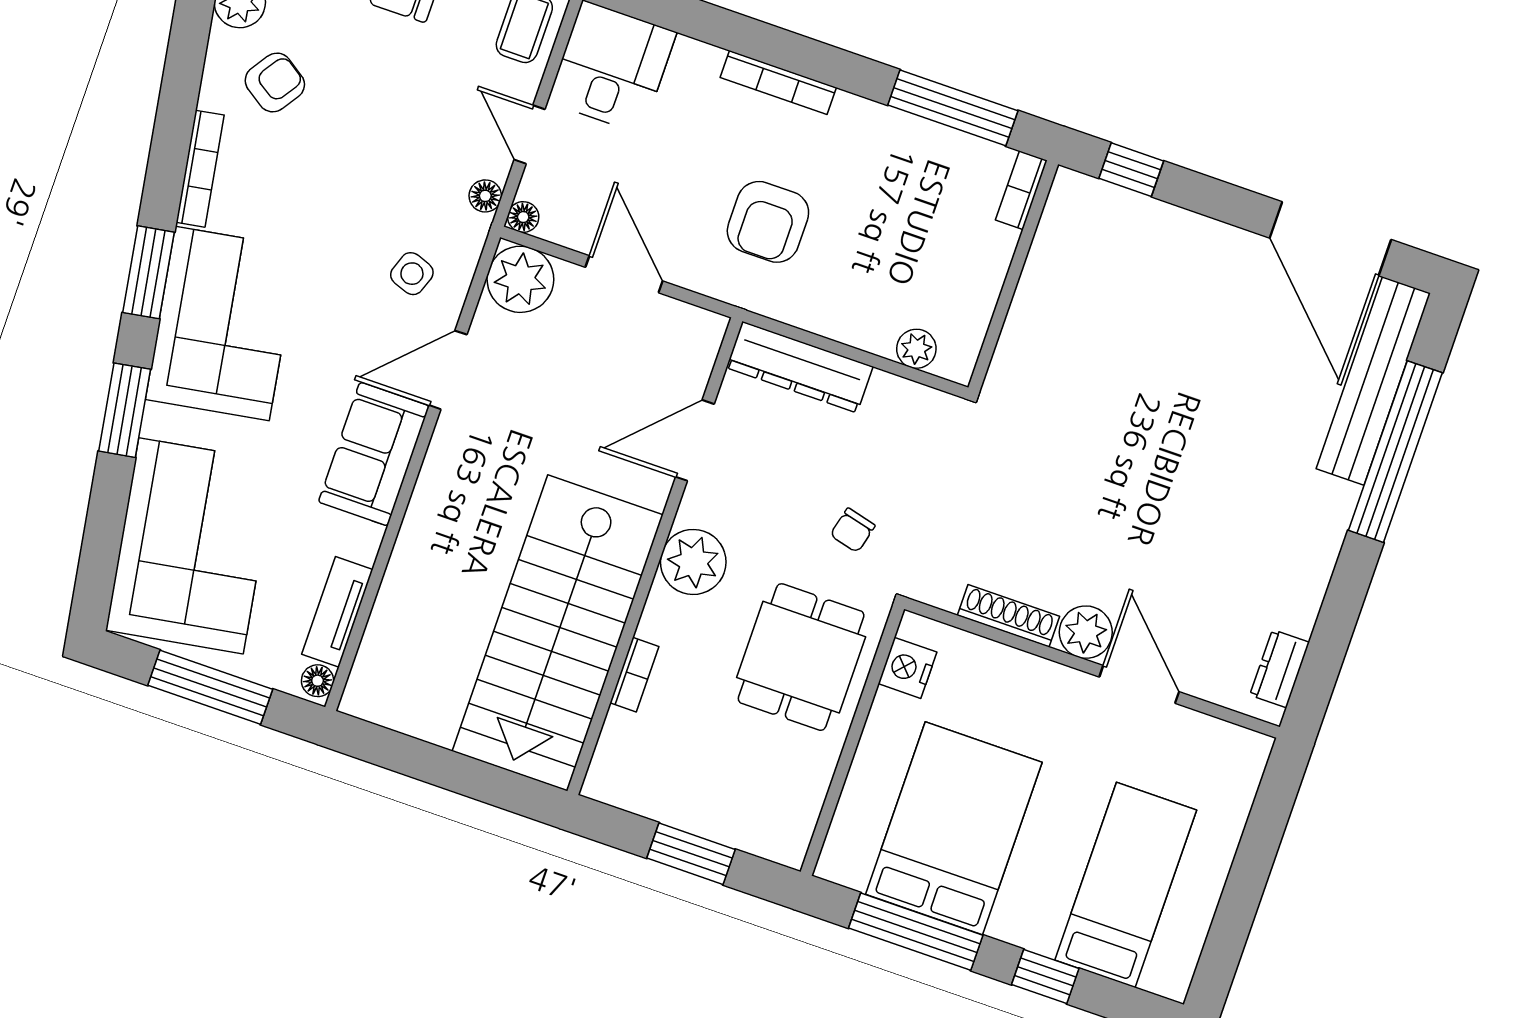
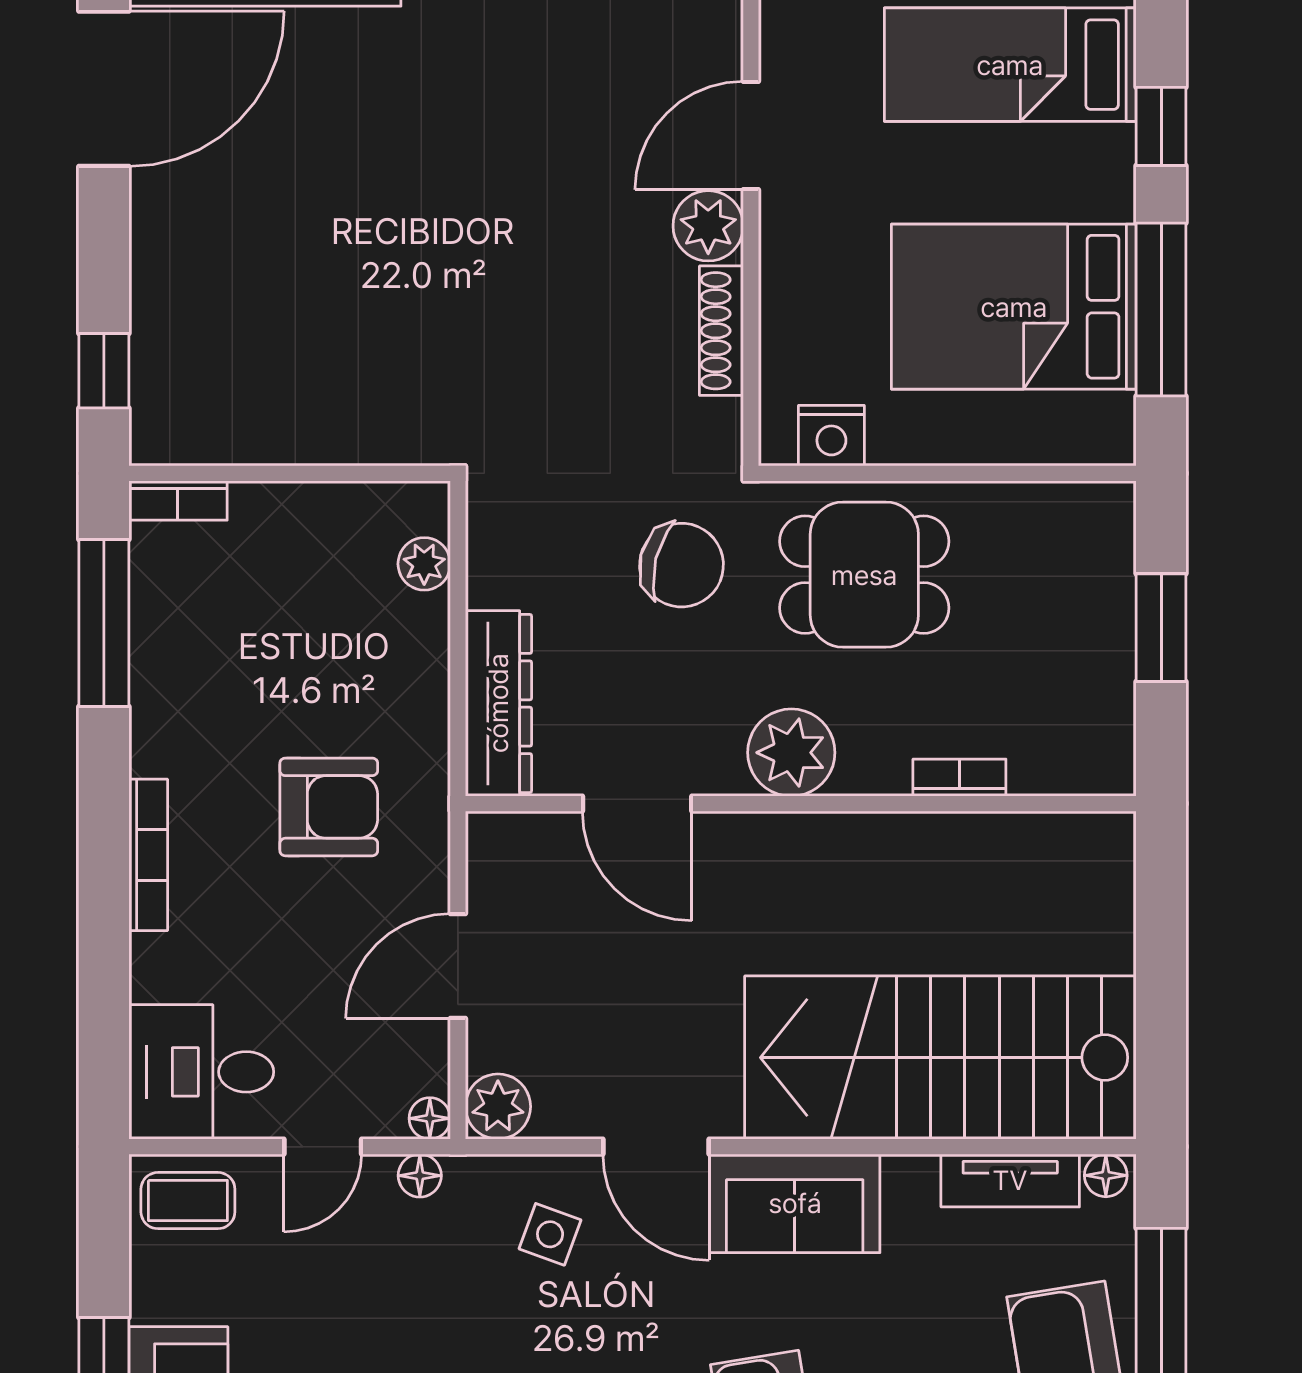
plant: (520, 279) -> (498, 1107), width x0.73, depth x0.73
chair: (853, 530) -> (682, 565), width x1.87, depth x1.87
stairs: (558, 633) -> (940, 1058), moved, turned 180

